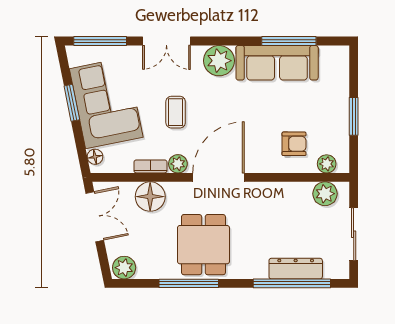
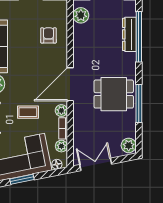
plant: (327, 164) -> (61, 146), moved
door: (219, 177) -> (70, 84), hinge flipped
floor lamp: (150, 197) -> (83, 129), removed

